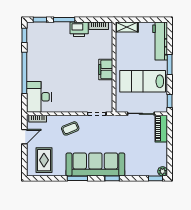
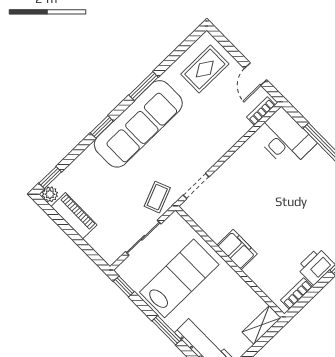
coffee table: (70, 128) -> (157, 197), moved
piano: (161, 129) -> (74, 216), moved
rug: (44, 160) -> (205, 69), turned 90

